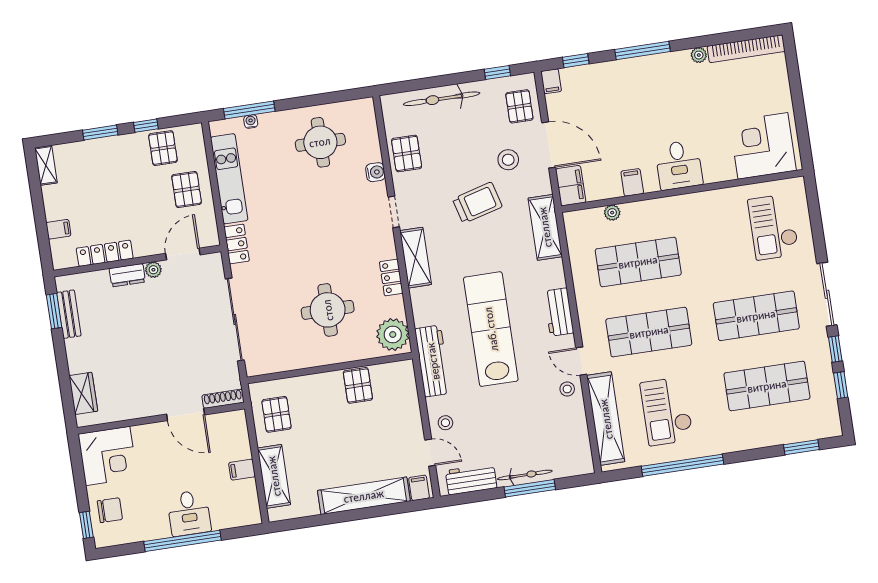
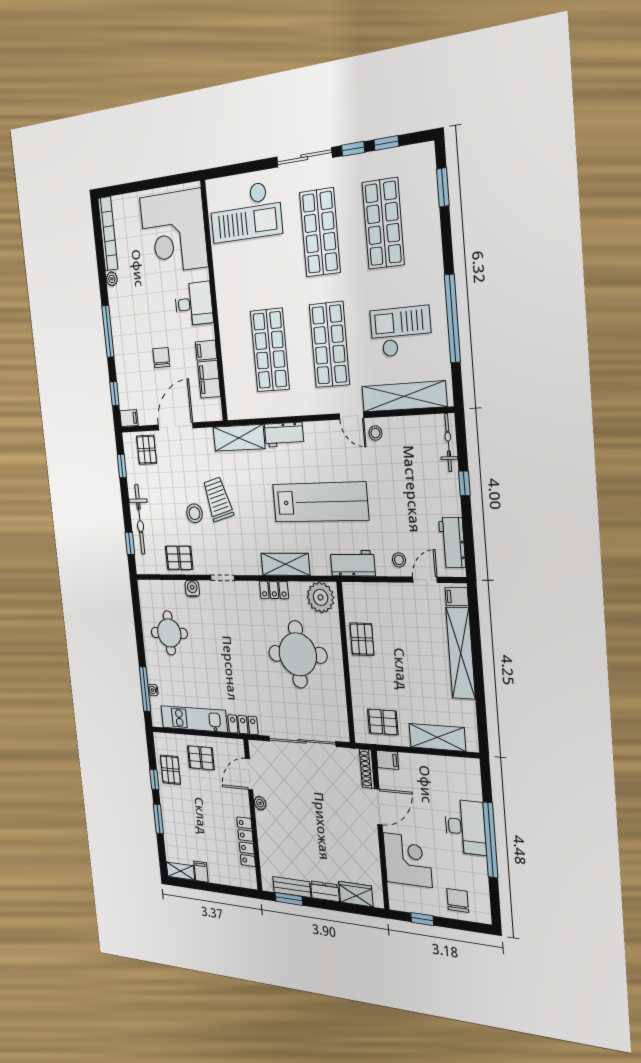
window: (413, 85) -> (130, 543), added
pallet: (519, 106) -> (147, 450), turned 90
chair: (620, 124) -> (161, 358), added
corner desk: (763, 146) -> (174, 232), width x1.36, depth x1.36
pallet: (163, 148) -> (170, 770), turned 90
stool: (508, 160) -> (194, 513), moved
filing cabinet: (571, 186) -> (209, 379), moved, turned -90
plant: (612, 213) -> (229, 372), removed
checkout: (773, 227) -> (246, 212), width x1.36, depth x1.21
filing cabinet: (58, 229) -> (201, 872), moved
door: (183, 254) -> (249, 774), hinge flipped
shelving: (416, 258) -> (285, 564), moved
dresser: (127, 275) -> (325, 891), moved, turned -90
round table: (328, 310) -> (298, 654), width x1.36, depth x1.36
workbench: (559, 312) -> (284, 435), moved
lab bench: (491, 329) -> (320, 502), turned 180
workbench: (433, 361) -> (353, 563), width x0.73
door: (581, 361) -> (351, 416), hinge flipped
pallet: (358, 385) -> (362, 639), turned 90
checkout: (667, 411) -> (401, 332), turned 180
corner desk: (108, 456) -> (408, 860), moved
filing cabinet: (242, 470) -> (387, 760), moved, turned -90
bicycle: (525, 475) -> (448, 443), moved
window: (530, 488) -> (464, 483), width x0.46
desk: (189, 513) -> (465, 827), width x1.37
window: (86, 525) -> (422, 919), moved

